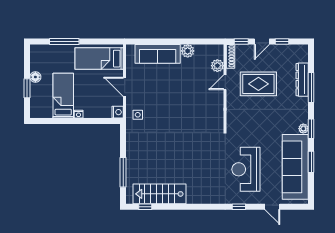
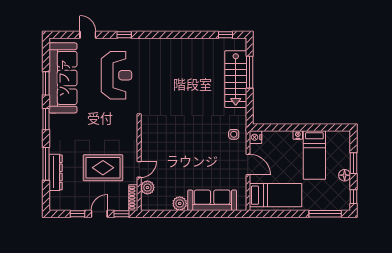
window: (64, 42) -> (325, 214), moved
window: (27, 57) -> (354, 197), added
plant: (303, 129) -> (54, 119), removed
stairs: (159, 194) -> (236, 79), moved, turned 90

